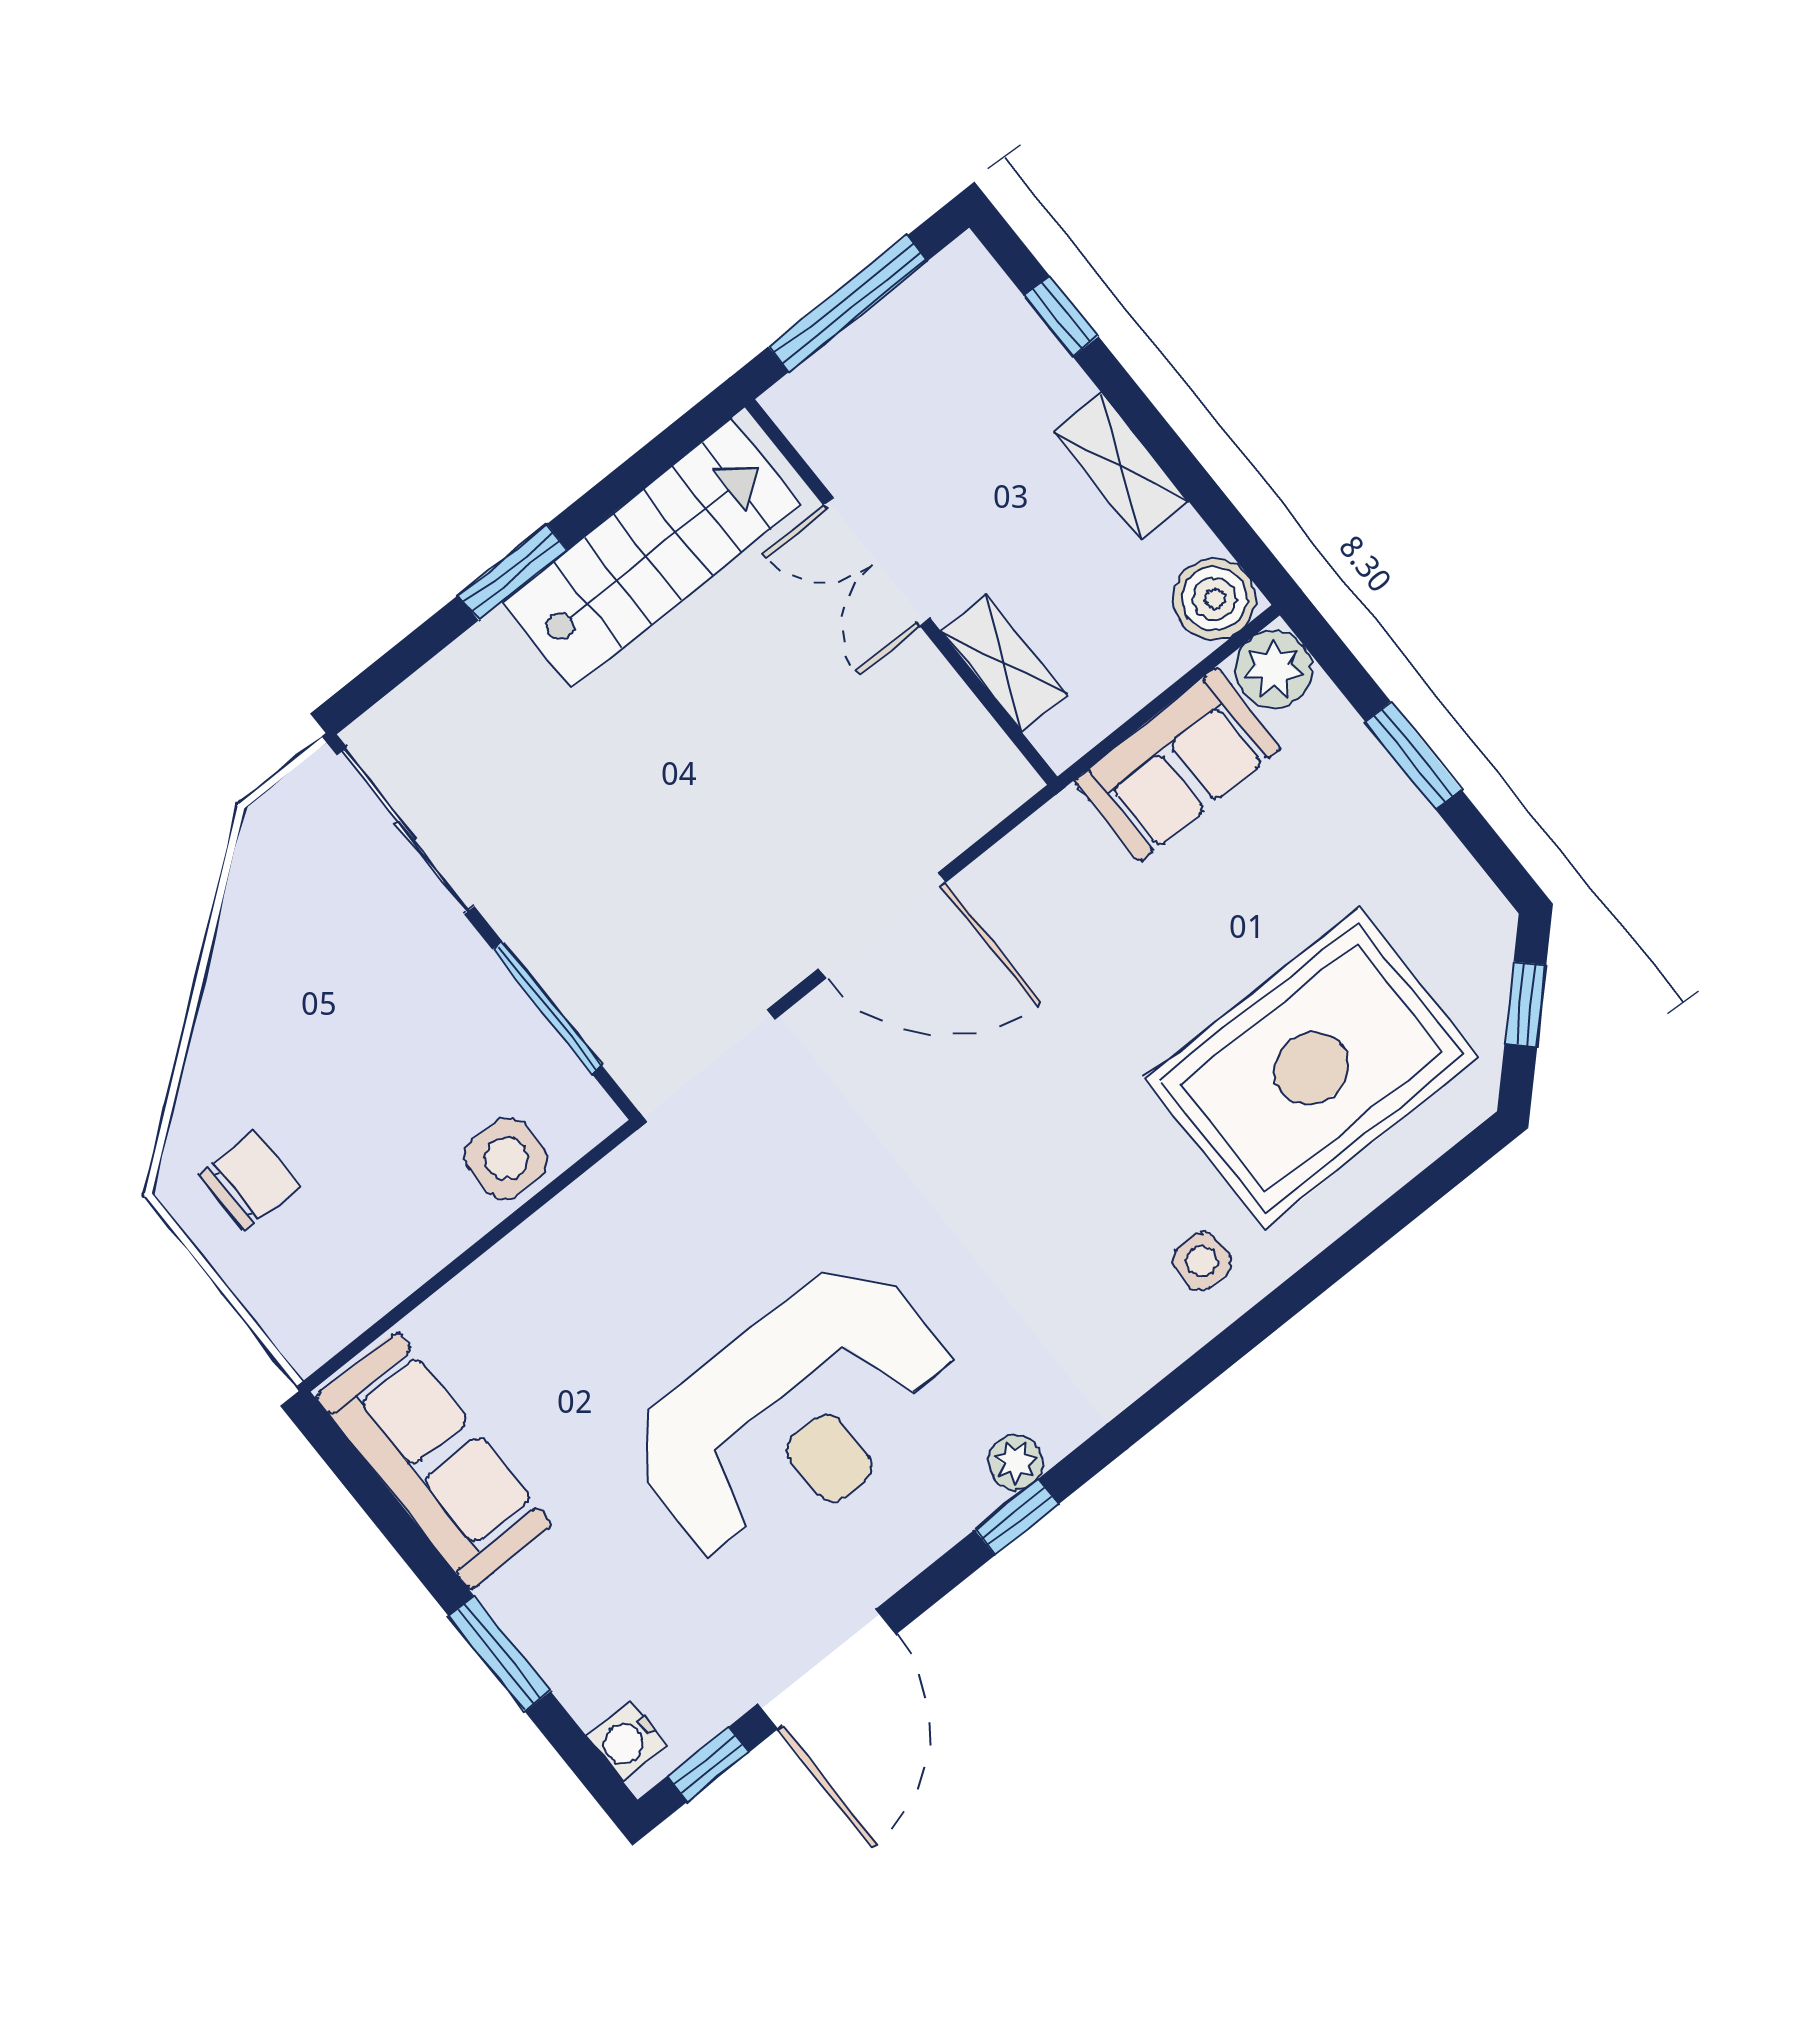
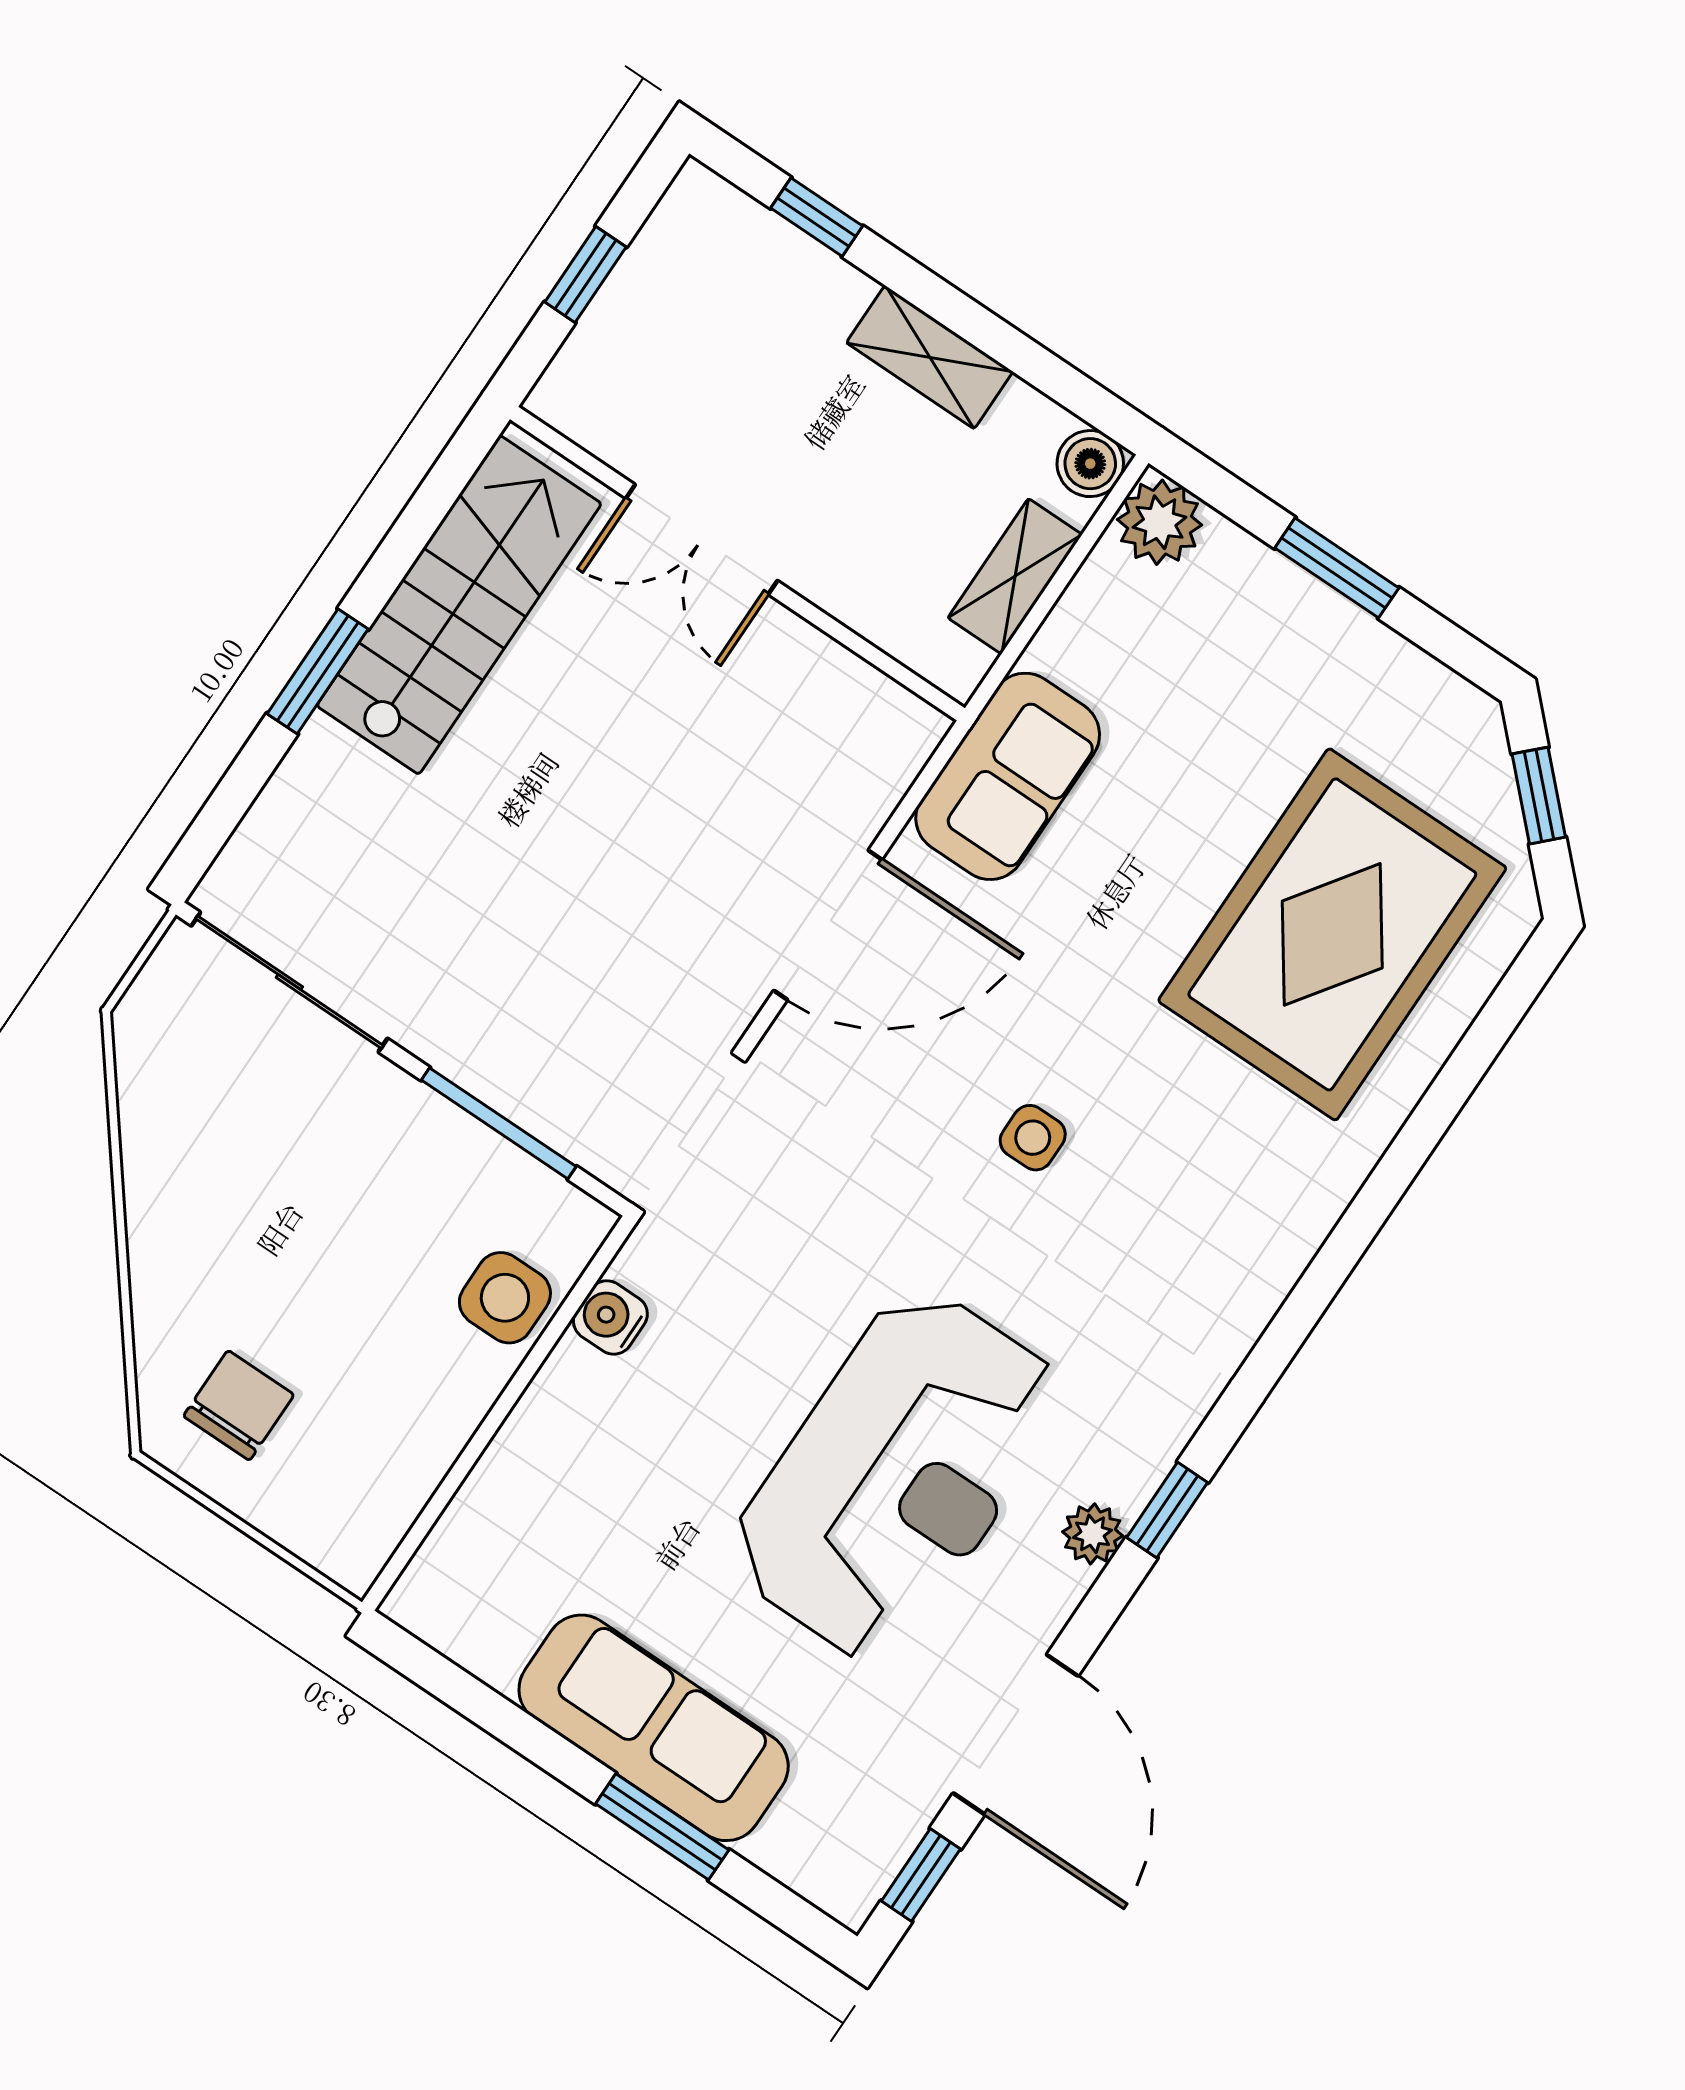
window: (848, 304) -> (585, 275), width x0.46
boiler: (1215, 599) -> (1090, 464), width x0.73, depth x0.73
shelving: (1004, 664) -> (1015, 576), moved, turned 90
sofa: (1178, 764) -> (1008, 776), moved
side table: (1202, 1261) -> (1033, 1138), moved
sofa: (434, 1461) -> (654, 1728), moved
plant: (1016, 1462) -> (1093, 1534), moved
water cooler: (627, 1741) -> (610, 1317), moved, turned 90

